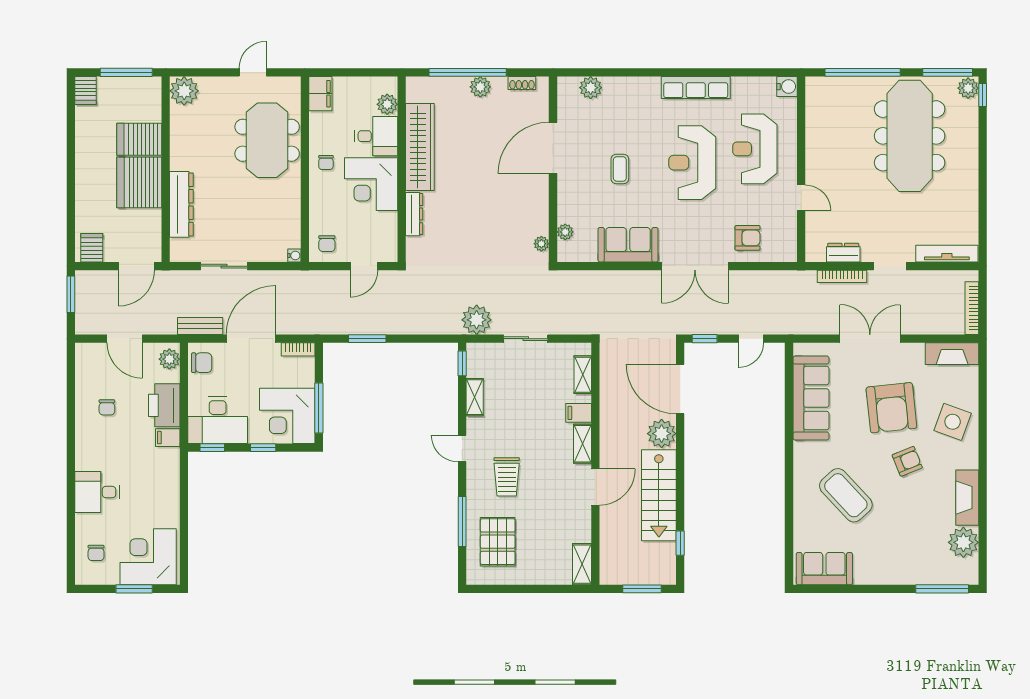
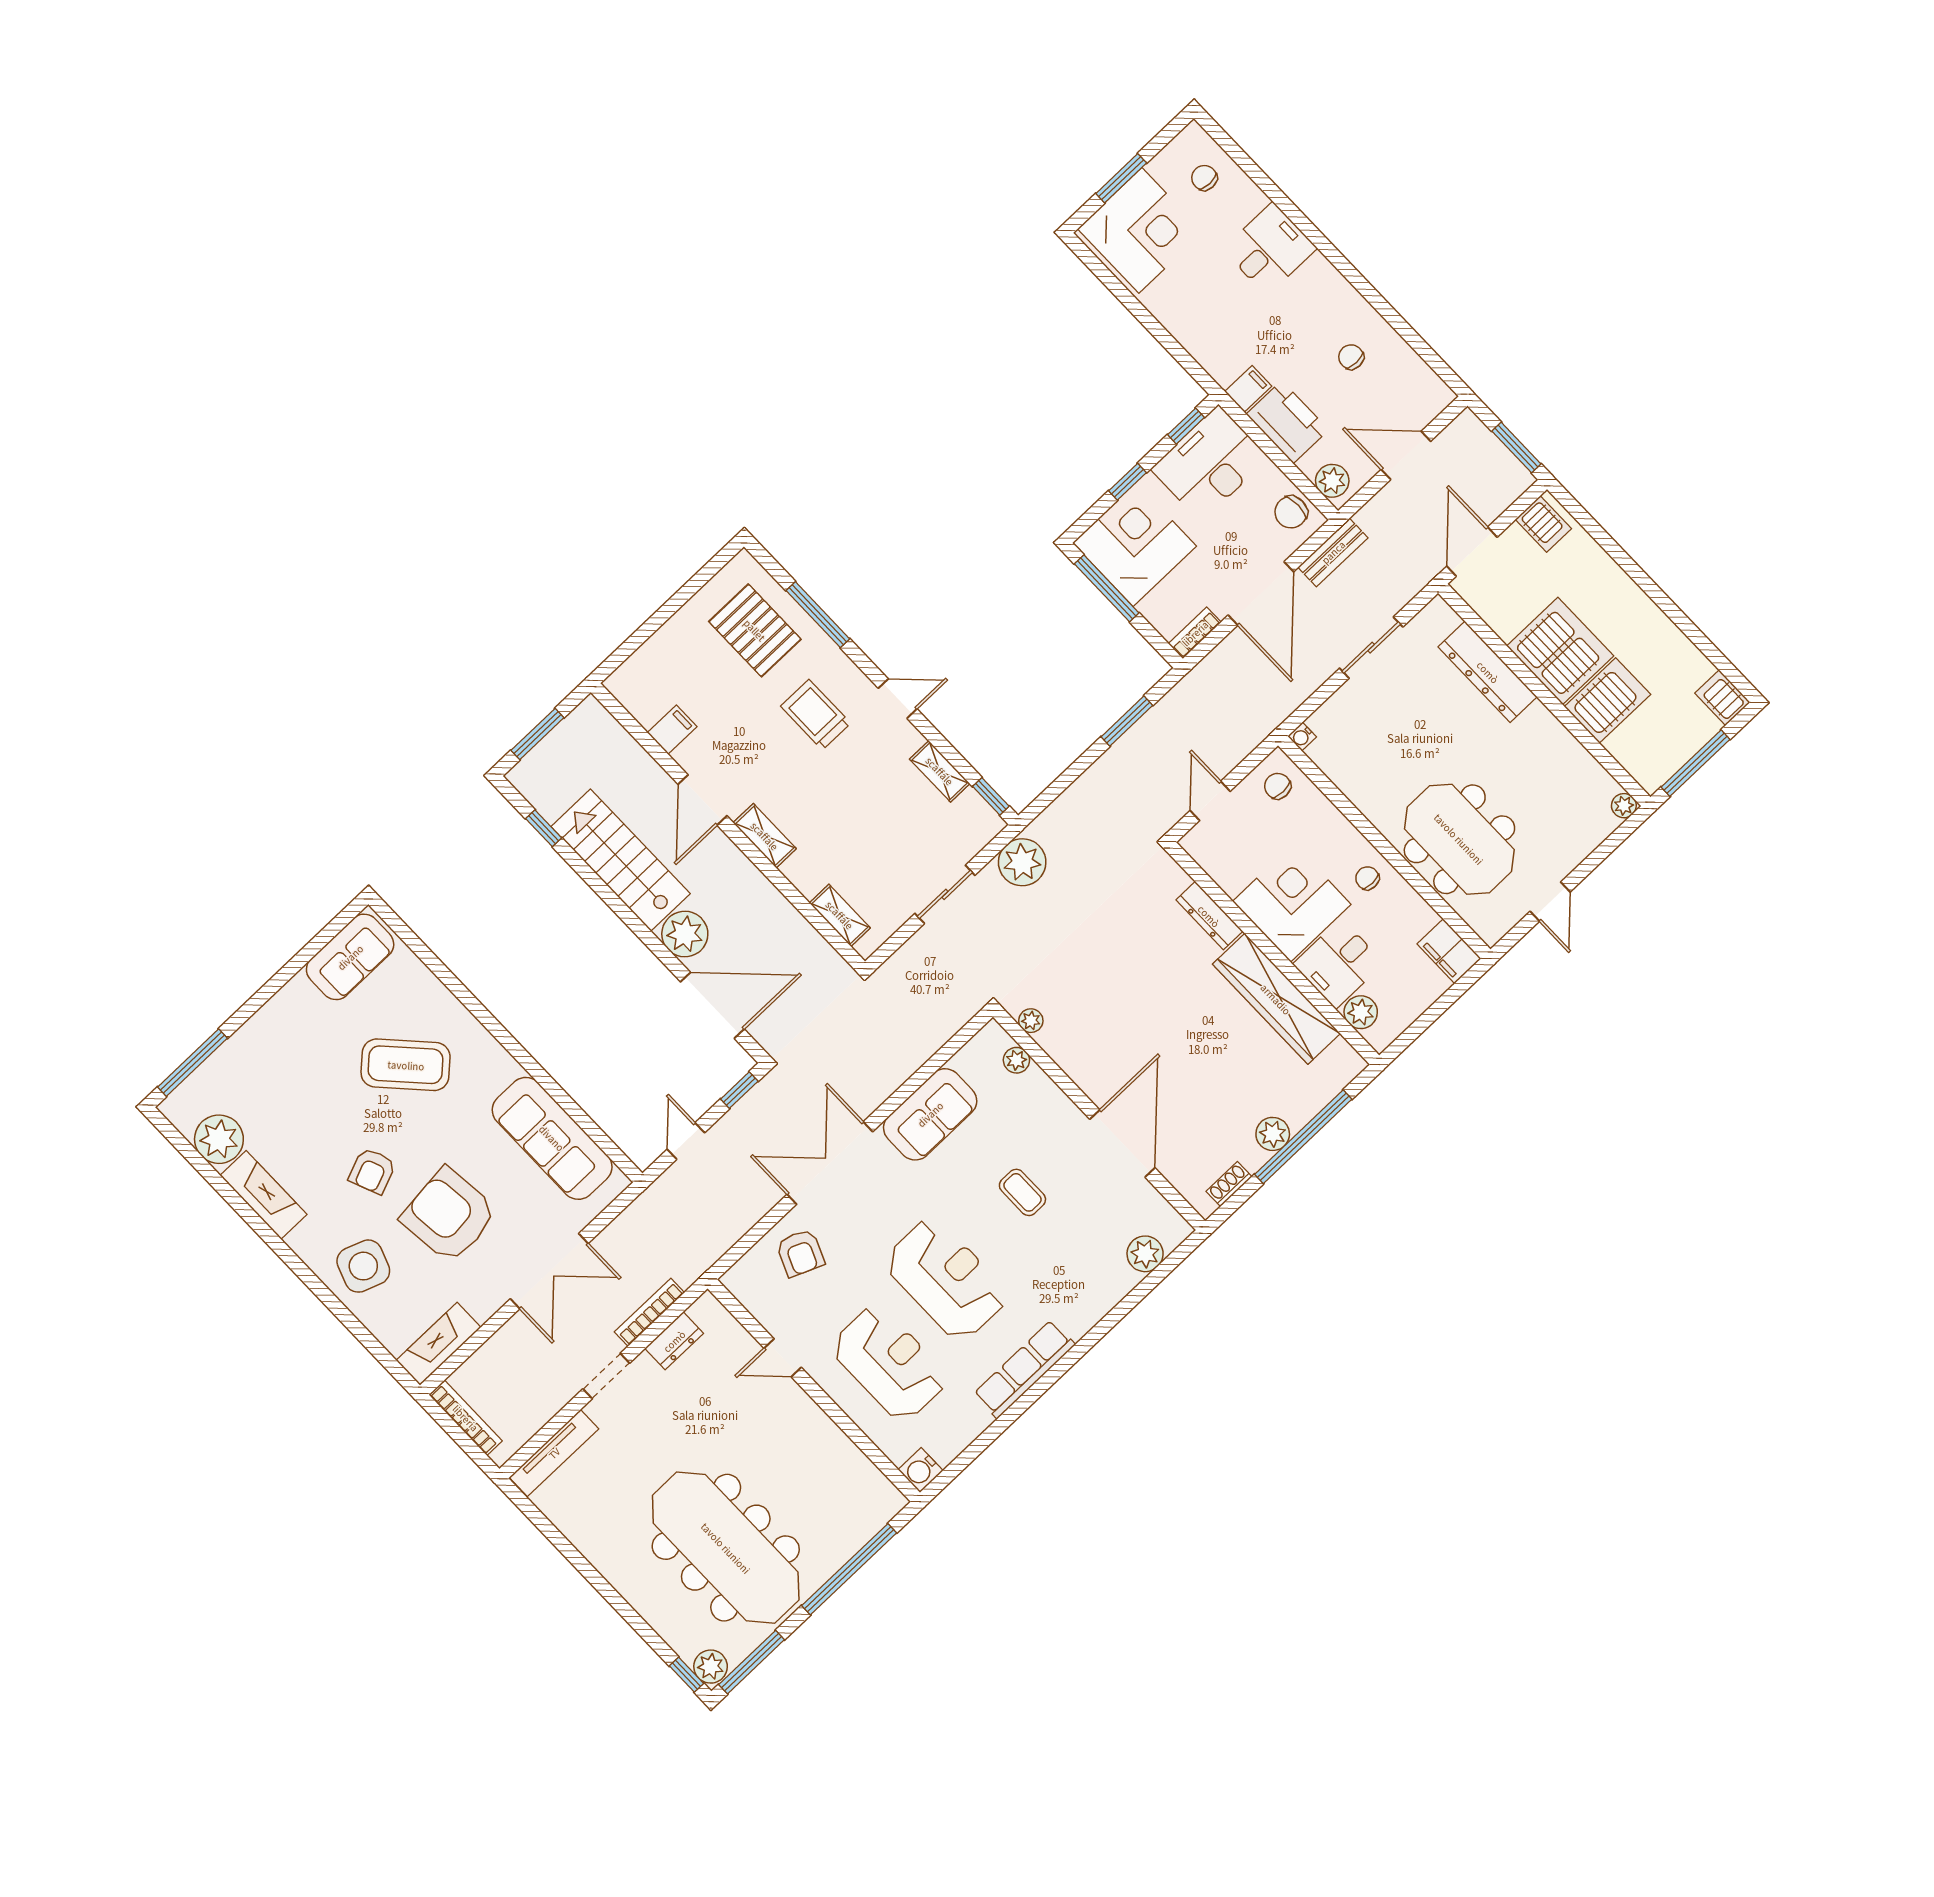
plant: (184, 91) -> (1624, 806), width x0.53, depth x0.53
armchair: (747, 238) -> (800, 1253), turned -67
filing cabinet: (579, 413) -> (672, 730), moved
shelving: (582, 564) -> (633, 697), removed

